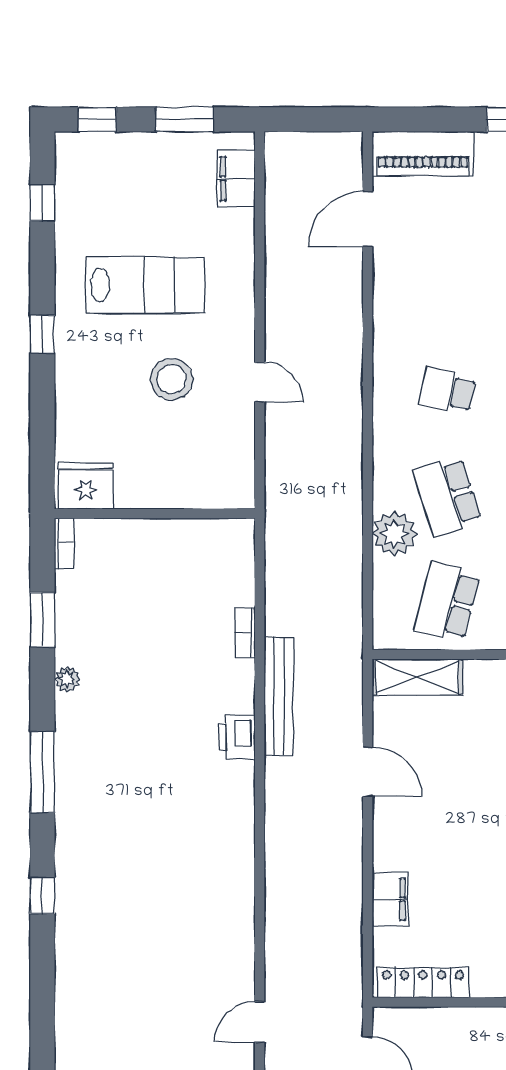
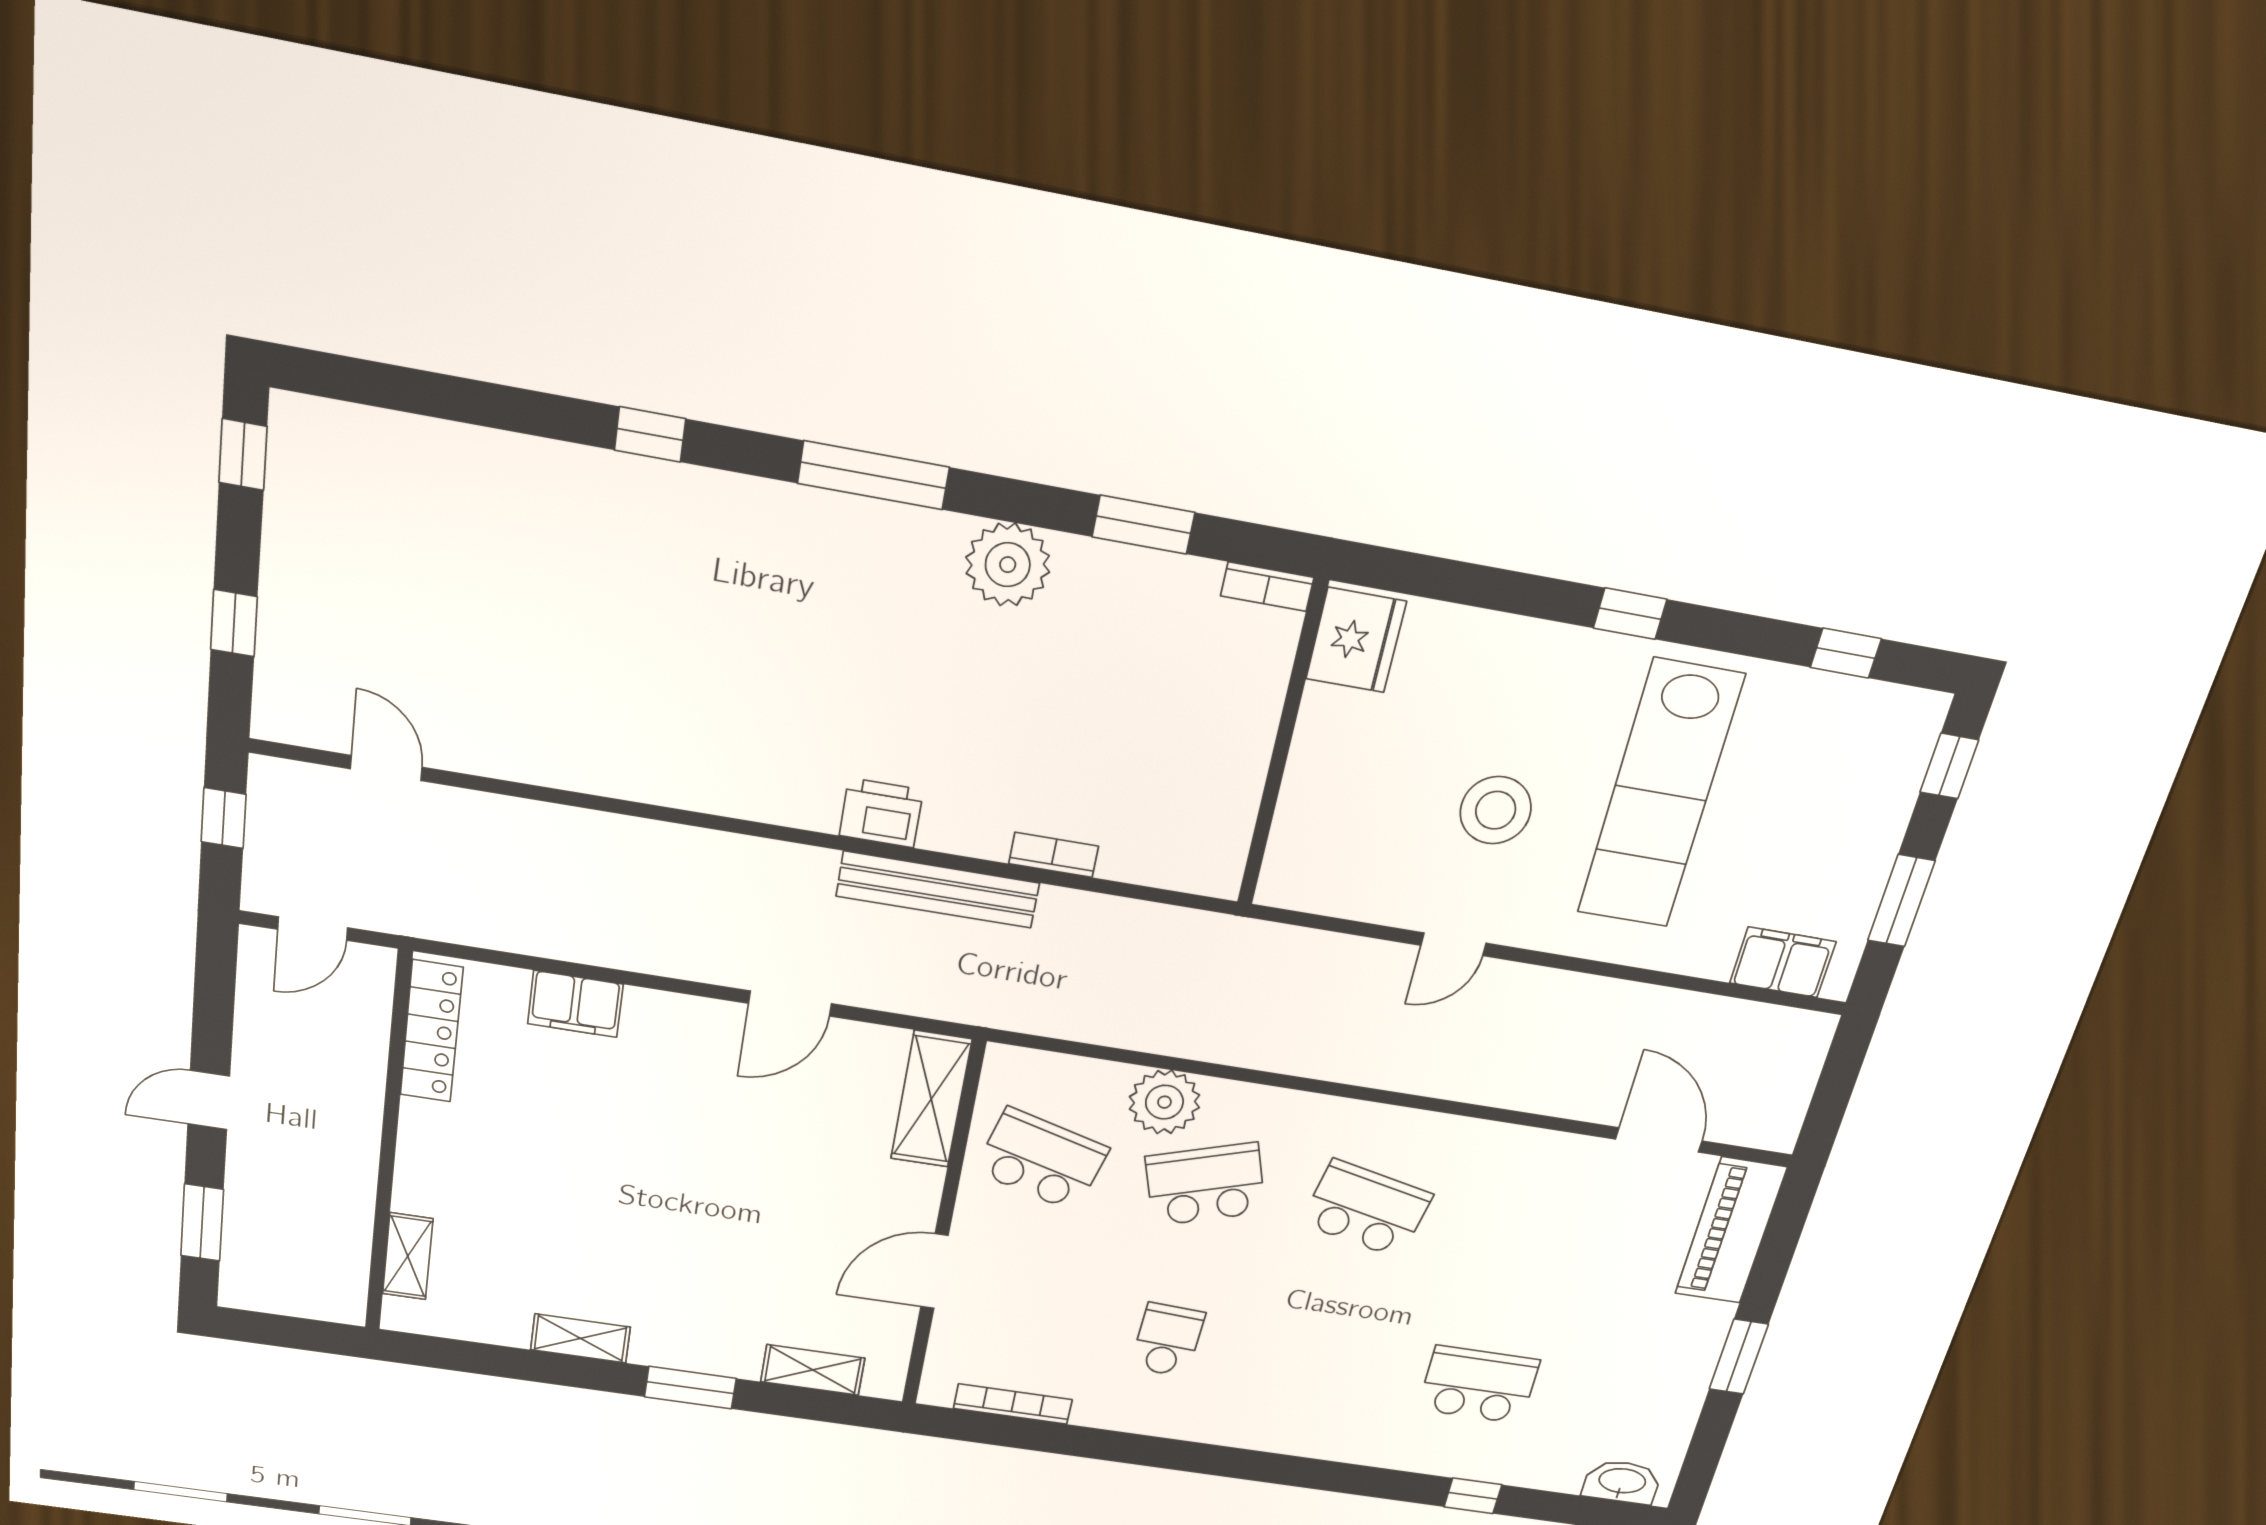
lab bench: (145, 285) -> (1660, 795), width x1.36
school desk: (447, 391) -> (1367, 1209), width x1.85
plant: (67, 679) -> (1008, 565), width x1.88, depth x1.88

